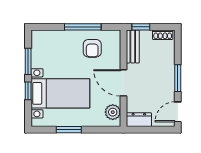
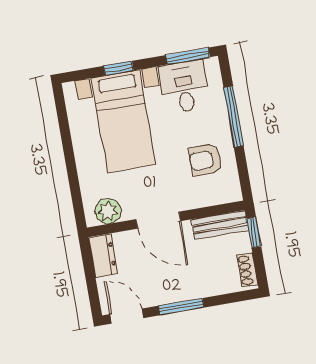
window: (83, 27) -> (234, 117), moved
desk: (46, 53) -> (184, 87), added
window: (28, 61) -> (188, 56), moved
door: (123, 83) -> (158, 220), swing flipped
window: (69, 130) -> (67, 145), removed

